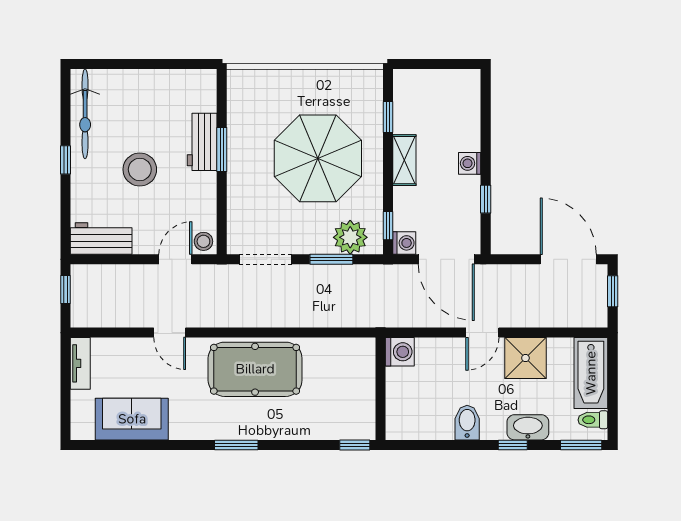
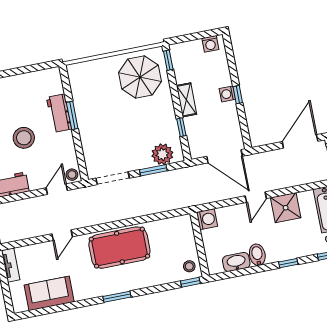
window: (388, 117) -> (168, 60), moved
parasol: (318, 158) -> (140, 77), moved, width x0.73, depth x0.73
window: (486, 199) -> (238, 95), moved
window: (388, 226) -> (181, 127), moved
washing machine: (404, 243) -> (210, 44), moved, turned 90
door: (568, 259) -> (300, 141), hinge flipped
door: (170, 333) -> (62, 235), hinge flipped
stool: (358, 420) -> (189, 266), added
washbasin: (528, 427) -> (236, 262), moved

